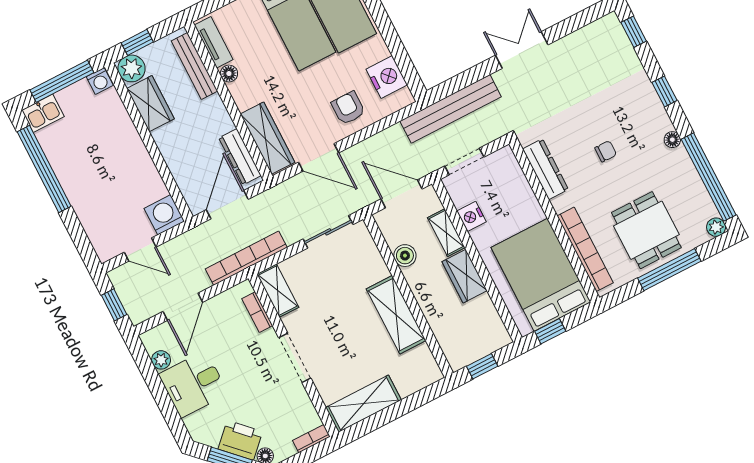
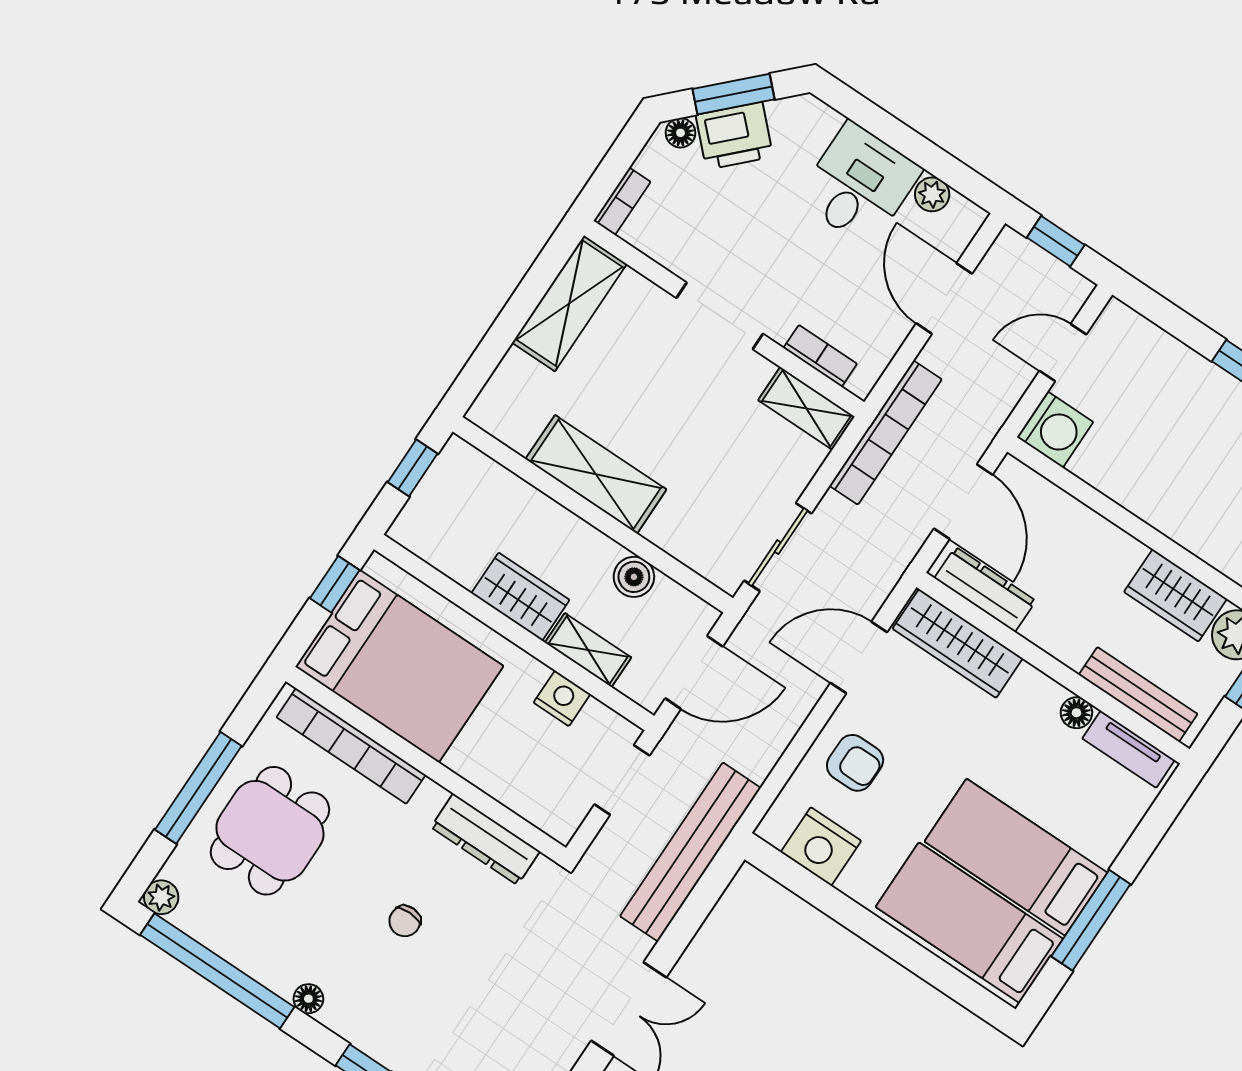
dining table: (646, 230) -> (270, 831), turned 90

